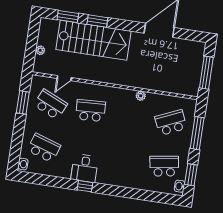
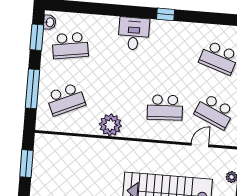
window: (206, 73) -> (26, 164), width x0.69
plant: (141, 96) -> (110, 125), width x1.87, depth x1.87
desk: (85, 168) -> (134, 34), moved

